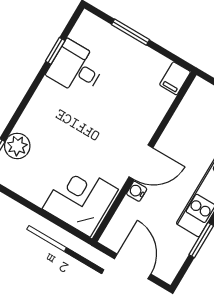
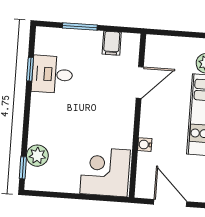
filing cabinet: (175, 78) -> (112, 43), moved
door: (141, 162) -> (140, 82), moved

